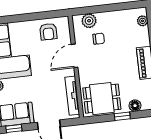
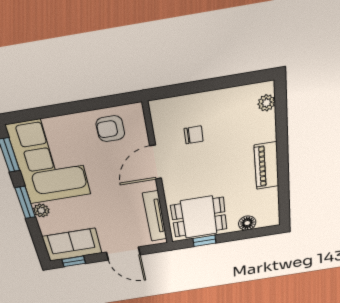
plant: (89, 21) -> (177, 108), removed
armchair: (48, 32) -> (110, 129), turned 90
window: (122, 116) -> (204, 241), moved

